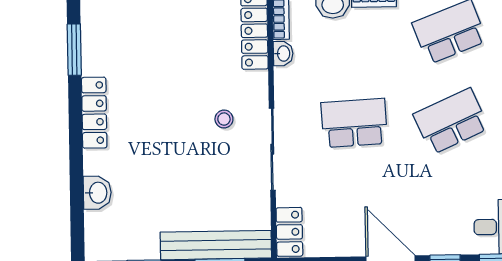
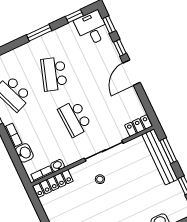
school desk: (451, 121) -> (54, 74), turned 42

